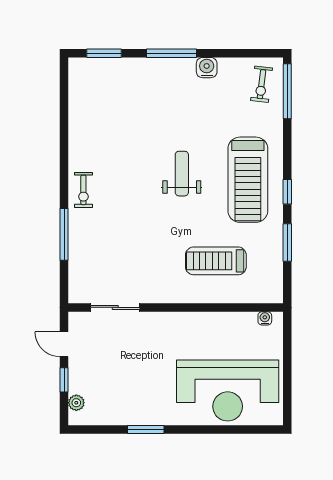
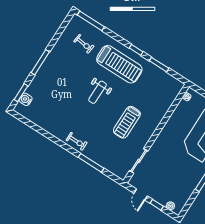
water cooler: (207, 68) -> (26, 99), moved
exercise bike: (261, 84) -> (84, 44), moved
weight bench: (182, 174) -> (98, 92), turned -90
treadmill: (216, 261) -> (127, 122), moved
door: (64, 344) -> (141, 195), hinge flipped

